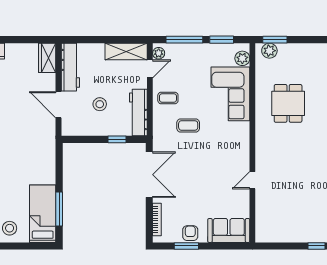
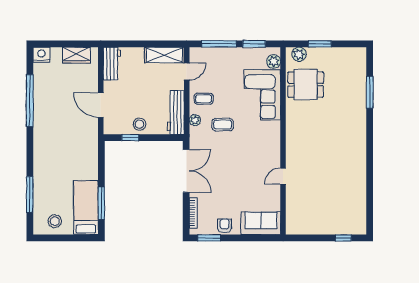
window: (275, 40) -> (320, 44), moved
plant: (159, 53) -> (195, 120), moved
wardrobe: (47, 58) -> (76, 55), moved, turned -90
workbench: (70, 67) -> (112, 64), width x0.73
dining table: (288, 103) -> (306, 85), moved, turned 90
stool: (100, 104) -> (139, 124), moved
window: (117, 139) -> (130, 138), moved
window: (186, 246) -> (209, 238), moved

